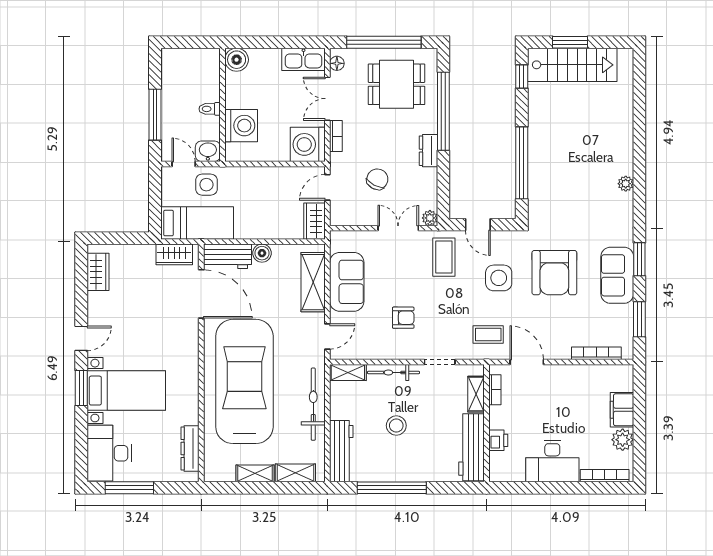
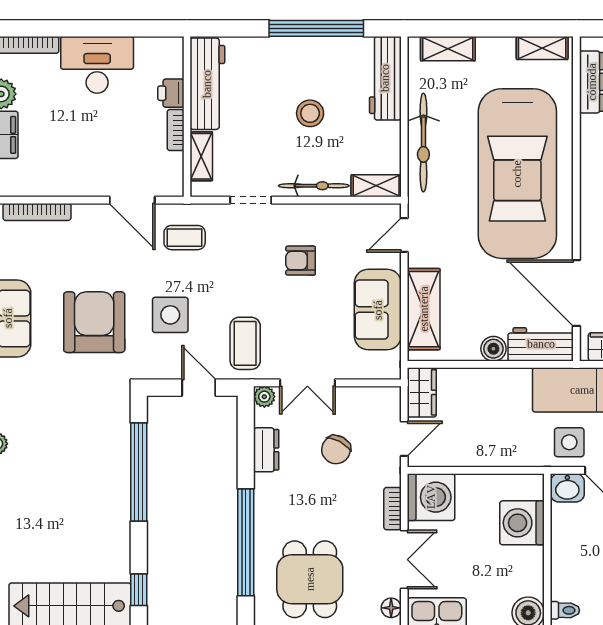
dining table: (397, 84) -> (310, 579), turned 90
toilet: (210, 109) -> (565, 610), moved
dresser: (428, 151) -> (266, 450), moved
bookcase: (495, 390) -> (176, 130), moved
shelving: (255, 473) -> (542, 48), moved

